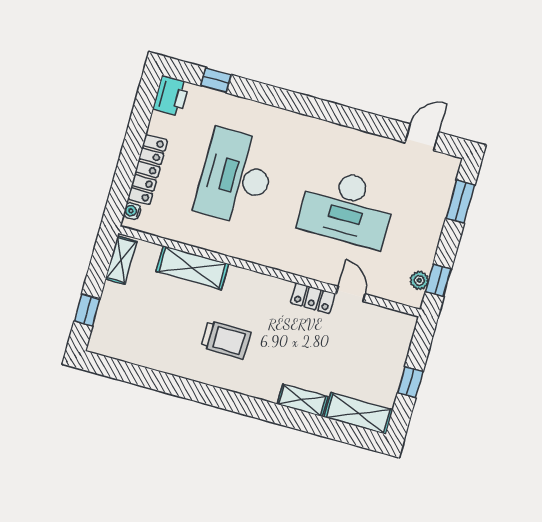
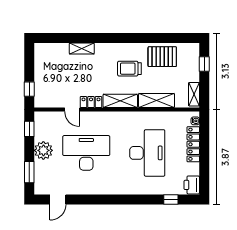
plant: (419, 280) -> (43, 150), moved, width x1.88, depth x1.88
pallet: (160, 345) -> (162, 57), added
window: (410, 382) -> (29, 89), moved
shelving: (358, 413) -> (120, 101), moved

